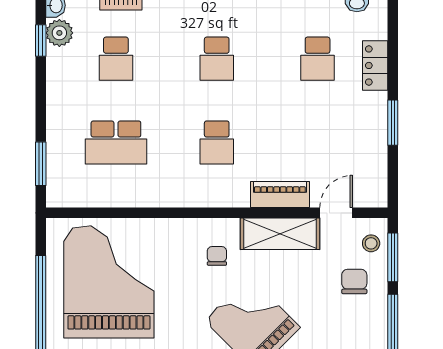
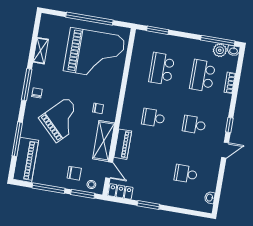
window: (41, 40) -> (218, 41), width x2.17
school desk: (116, 59) -> (203, 76), width x1.85
locker: (375, 65) -> (120, 192), moved

